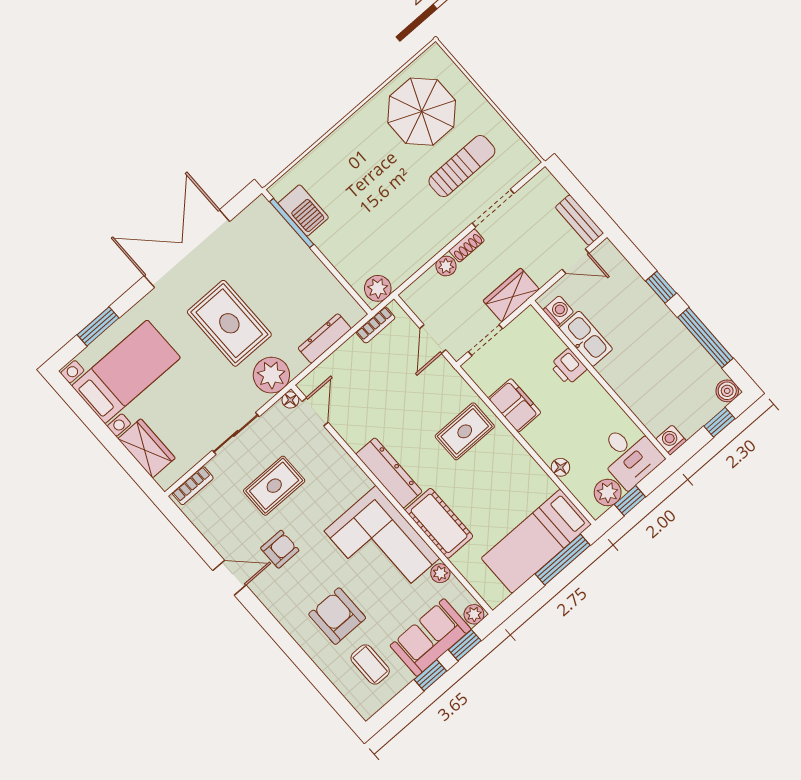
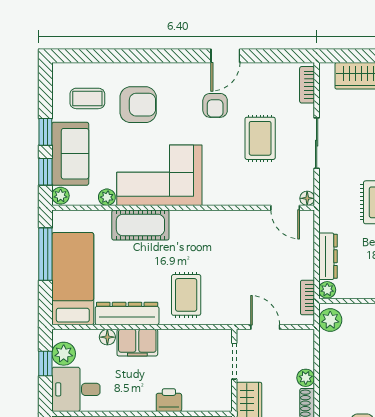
plant: (271, 375) -> (327, 290), moved, width x0.53, depth x0.53
filing cabinet: (515, 405) -> (137, 343), moved
dresser: (389, 473) -> (127, 314), moved, turned 180
window: (563, 560) -> (45, 254), moved

